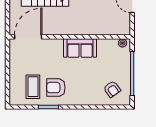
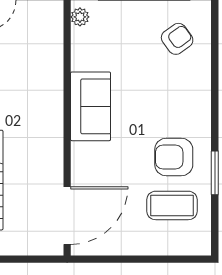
door: (28, 37) -> (67, 216), swing flipped
armchair: (56, 88) -> (174, 157), turned 90

